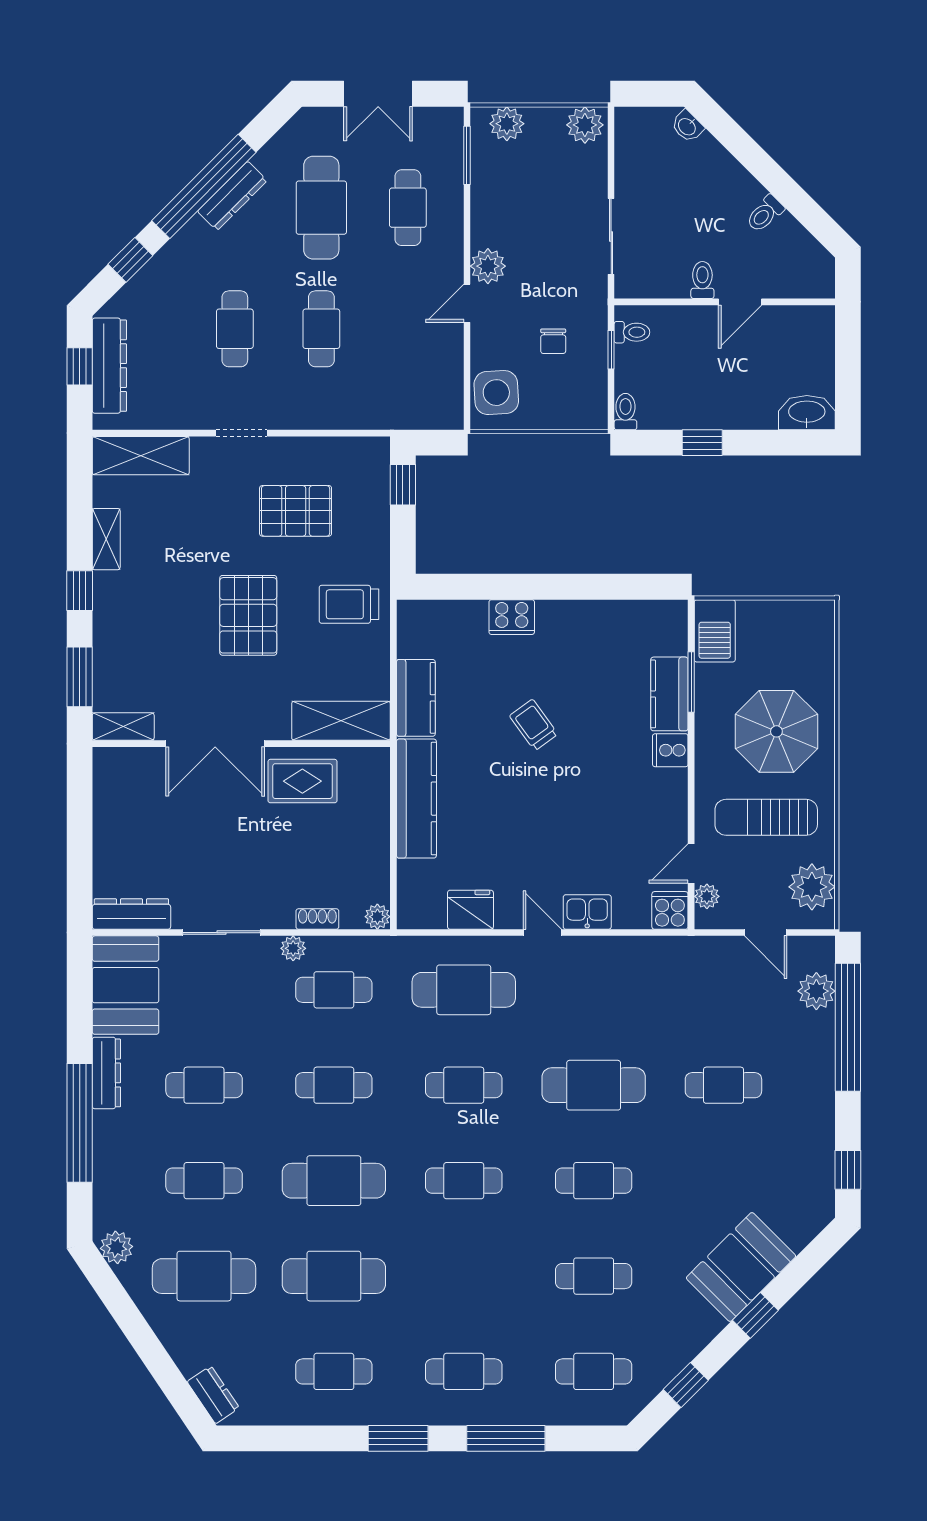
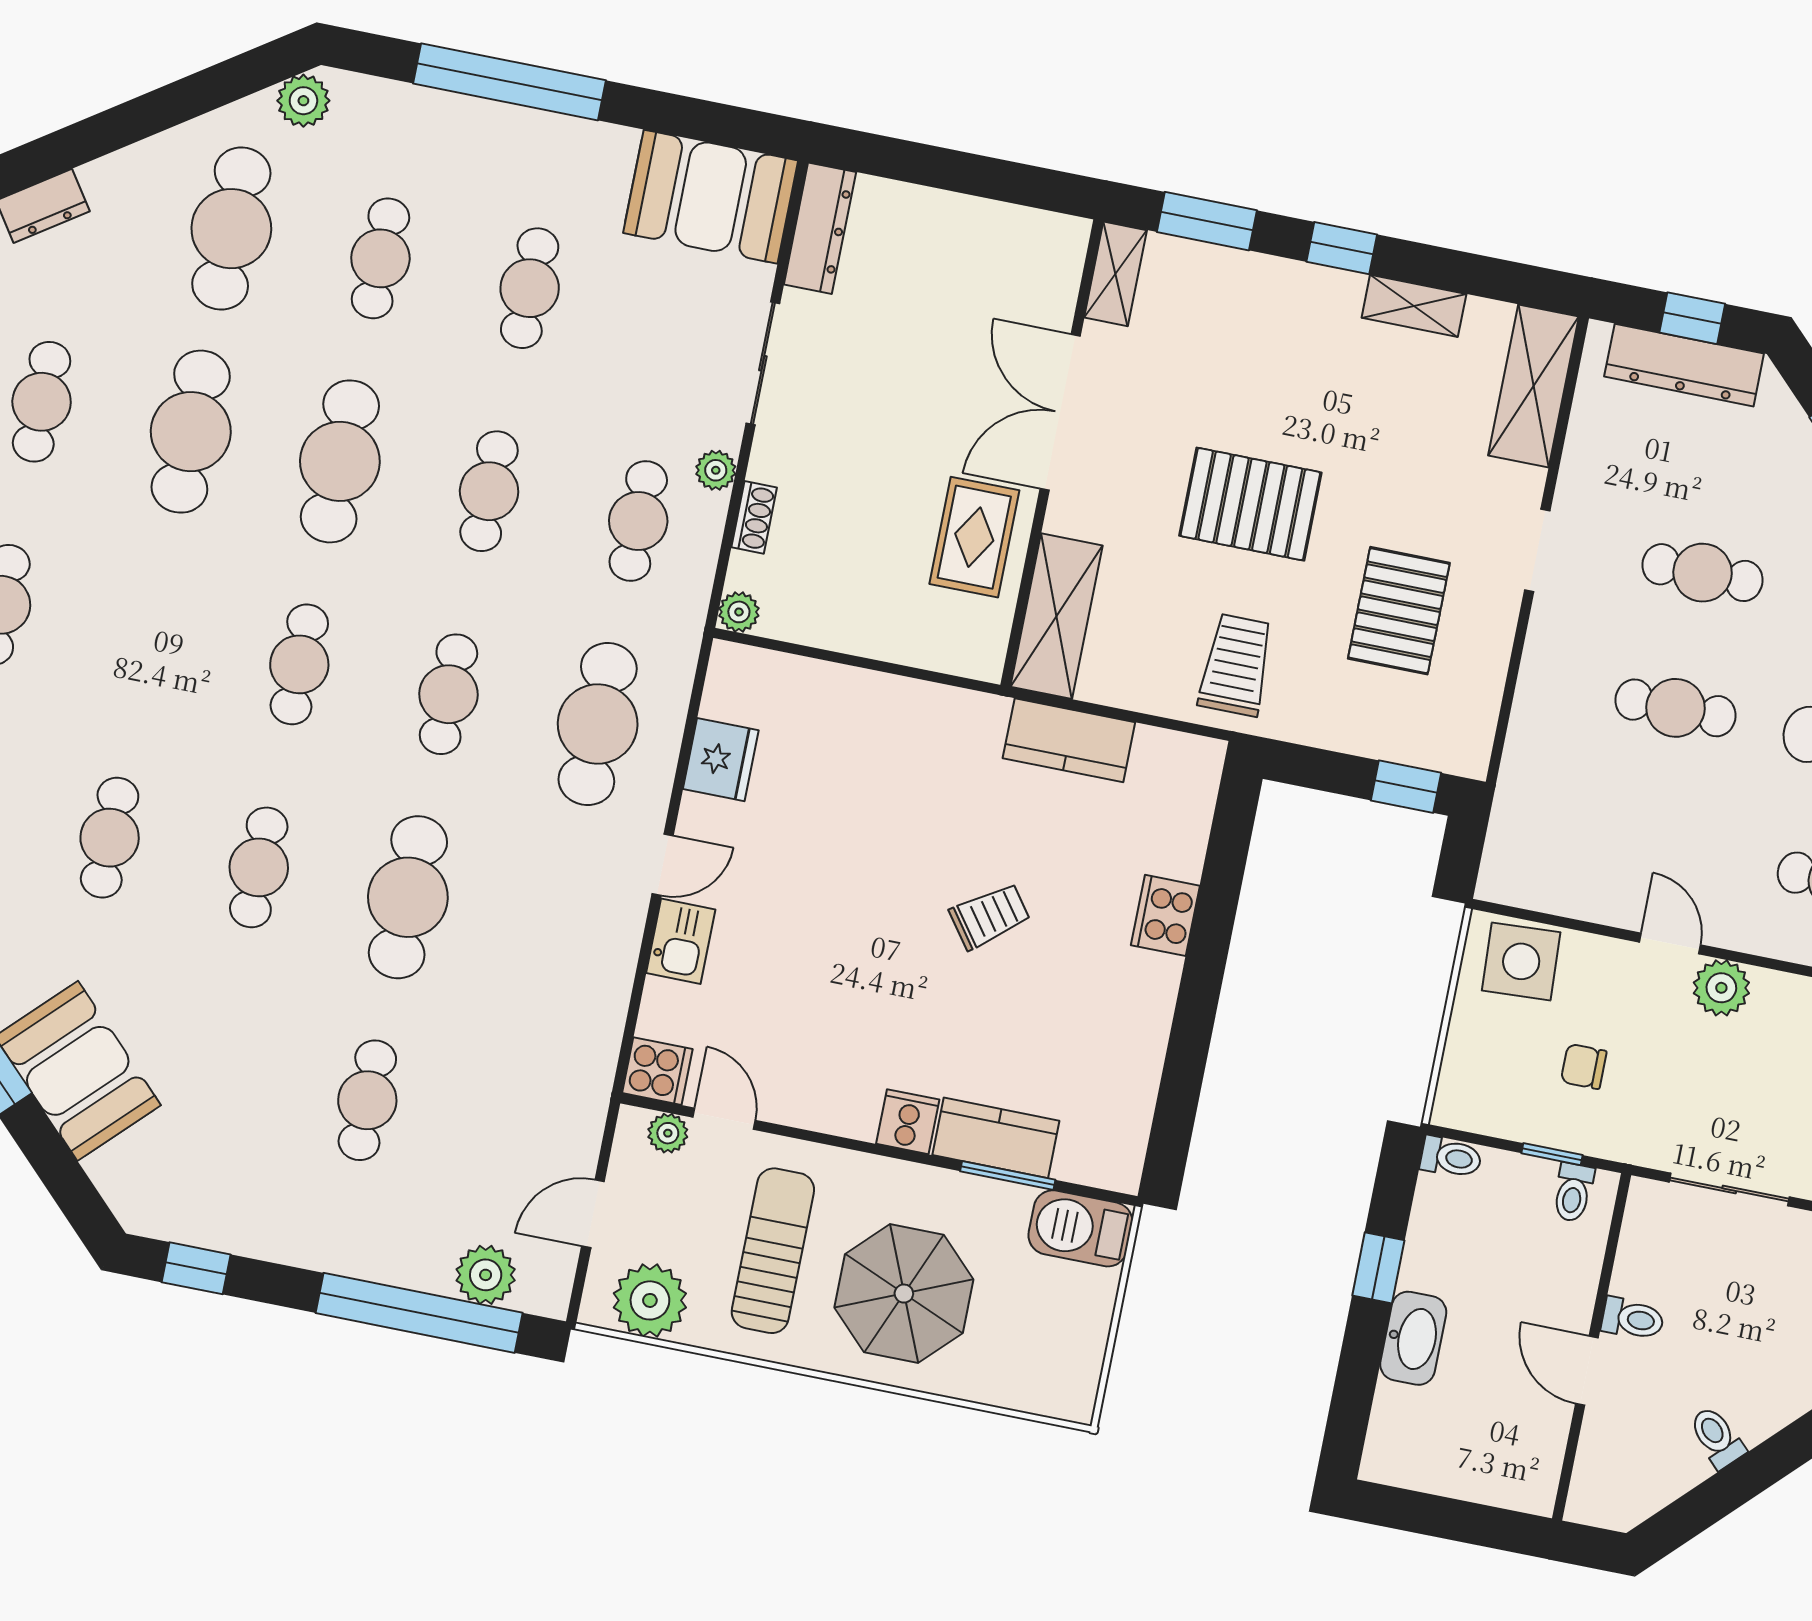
washbasin: (807, 413) -> (1413, 1338), moved
kitchen counter: (416, 799) -> (911, 710), removed
dresser: (106, 1073) -> (579, 139), removed

